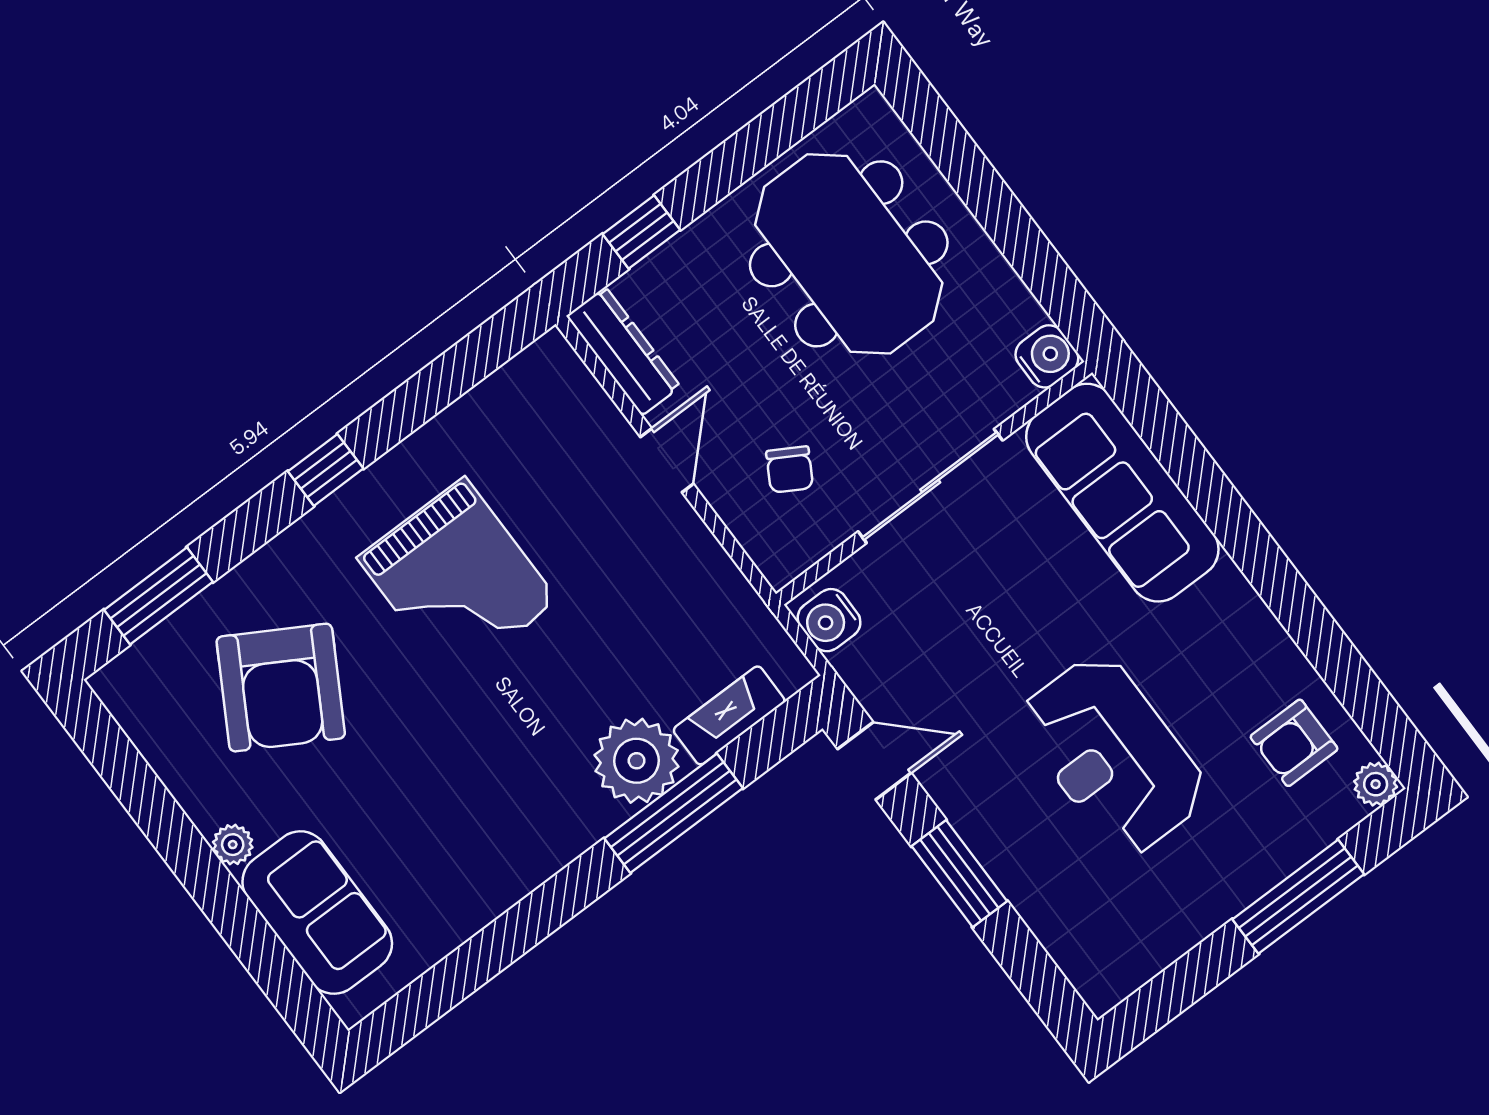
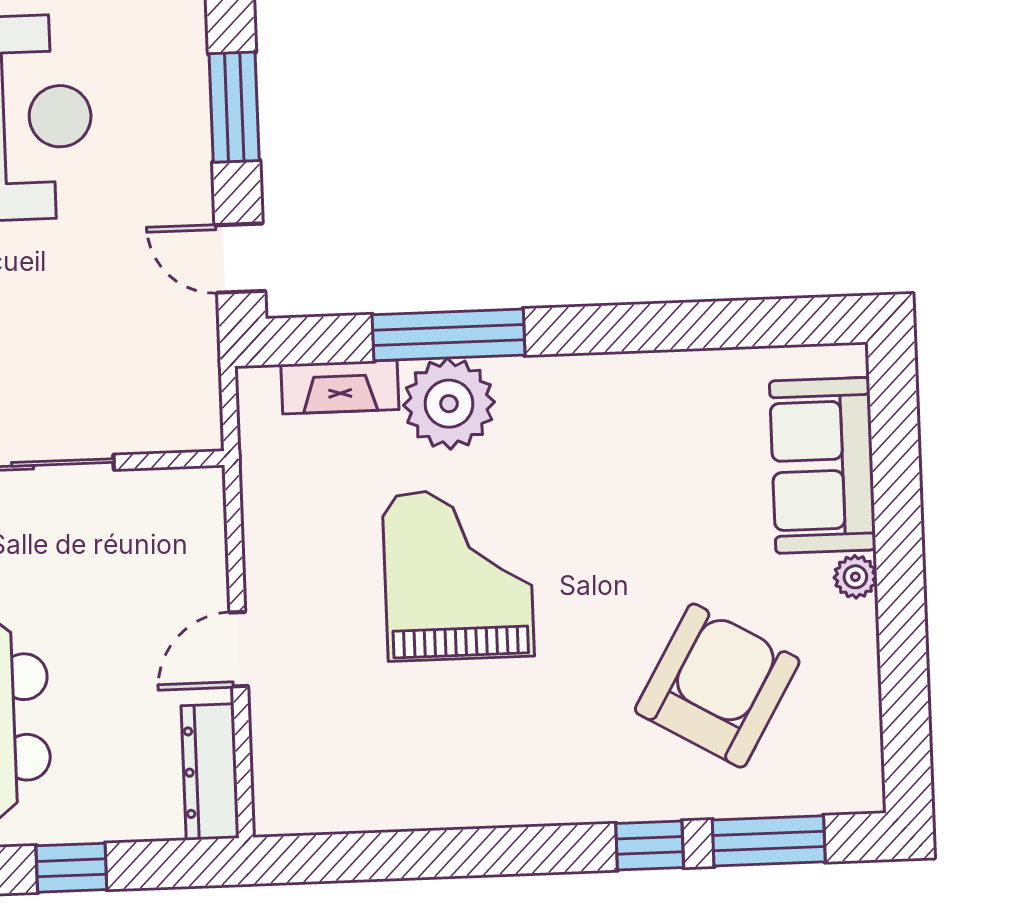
window: (641, 232) -> (71, 868), moved
window: (326, 470) -> (650, 845), moved
chair: (790, 470) -> (136, 566), removed
grand piano: (458, 579) -> (458, 575), moved
water cooler: (829, 620) -> (194, 410), removed

